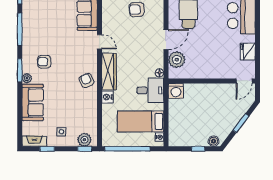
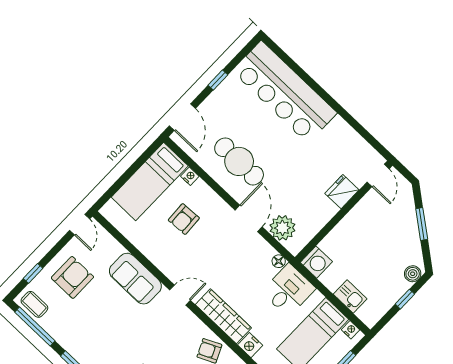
fridge: (248, 52) -> (342, 192), moved, turned 90
kitchen sink: (175, 122) -> (350, 296), added

